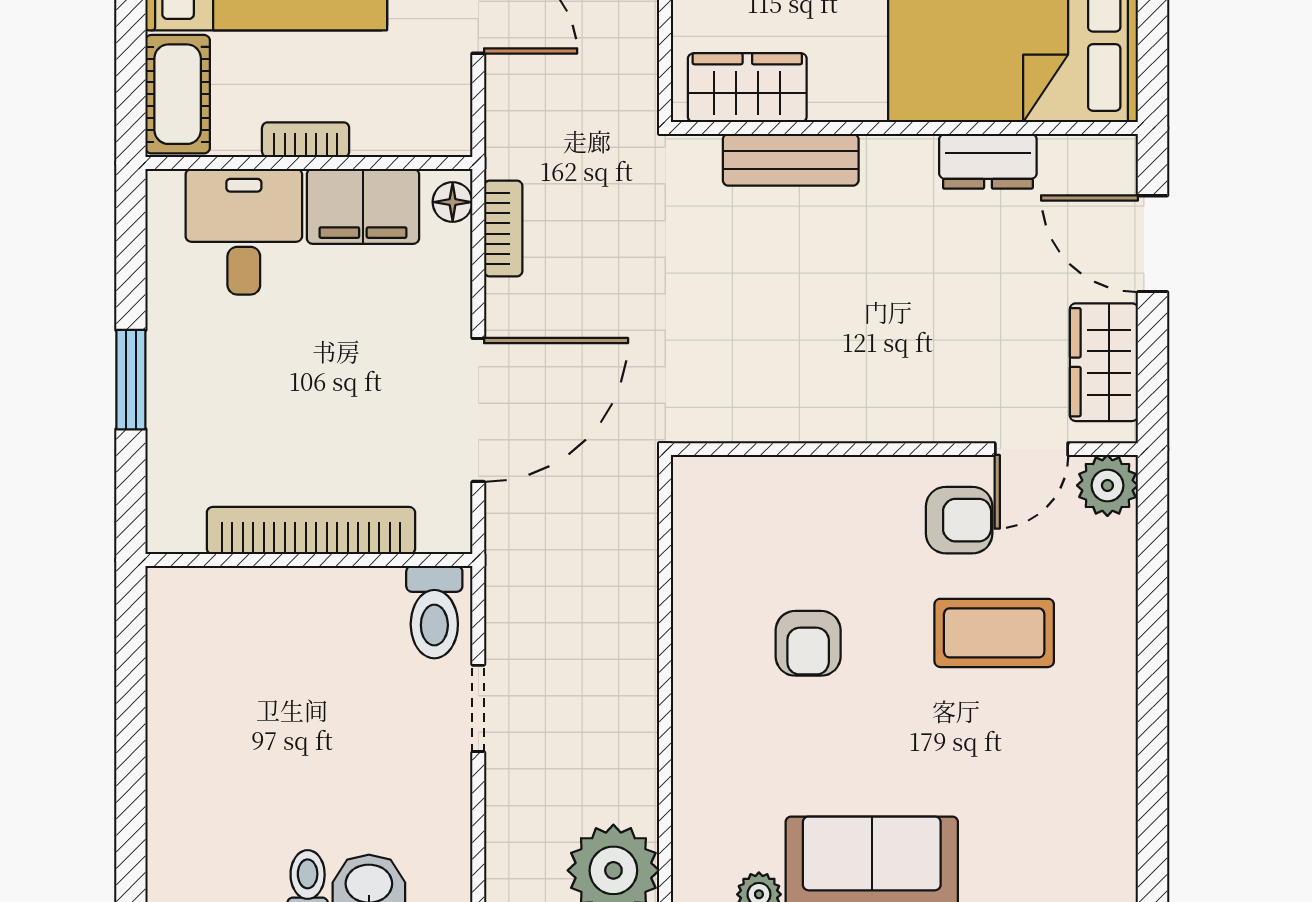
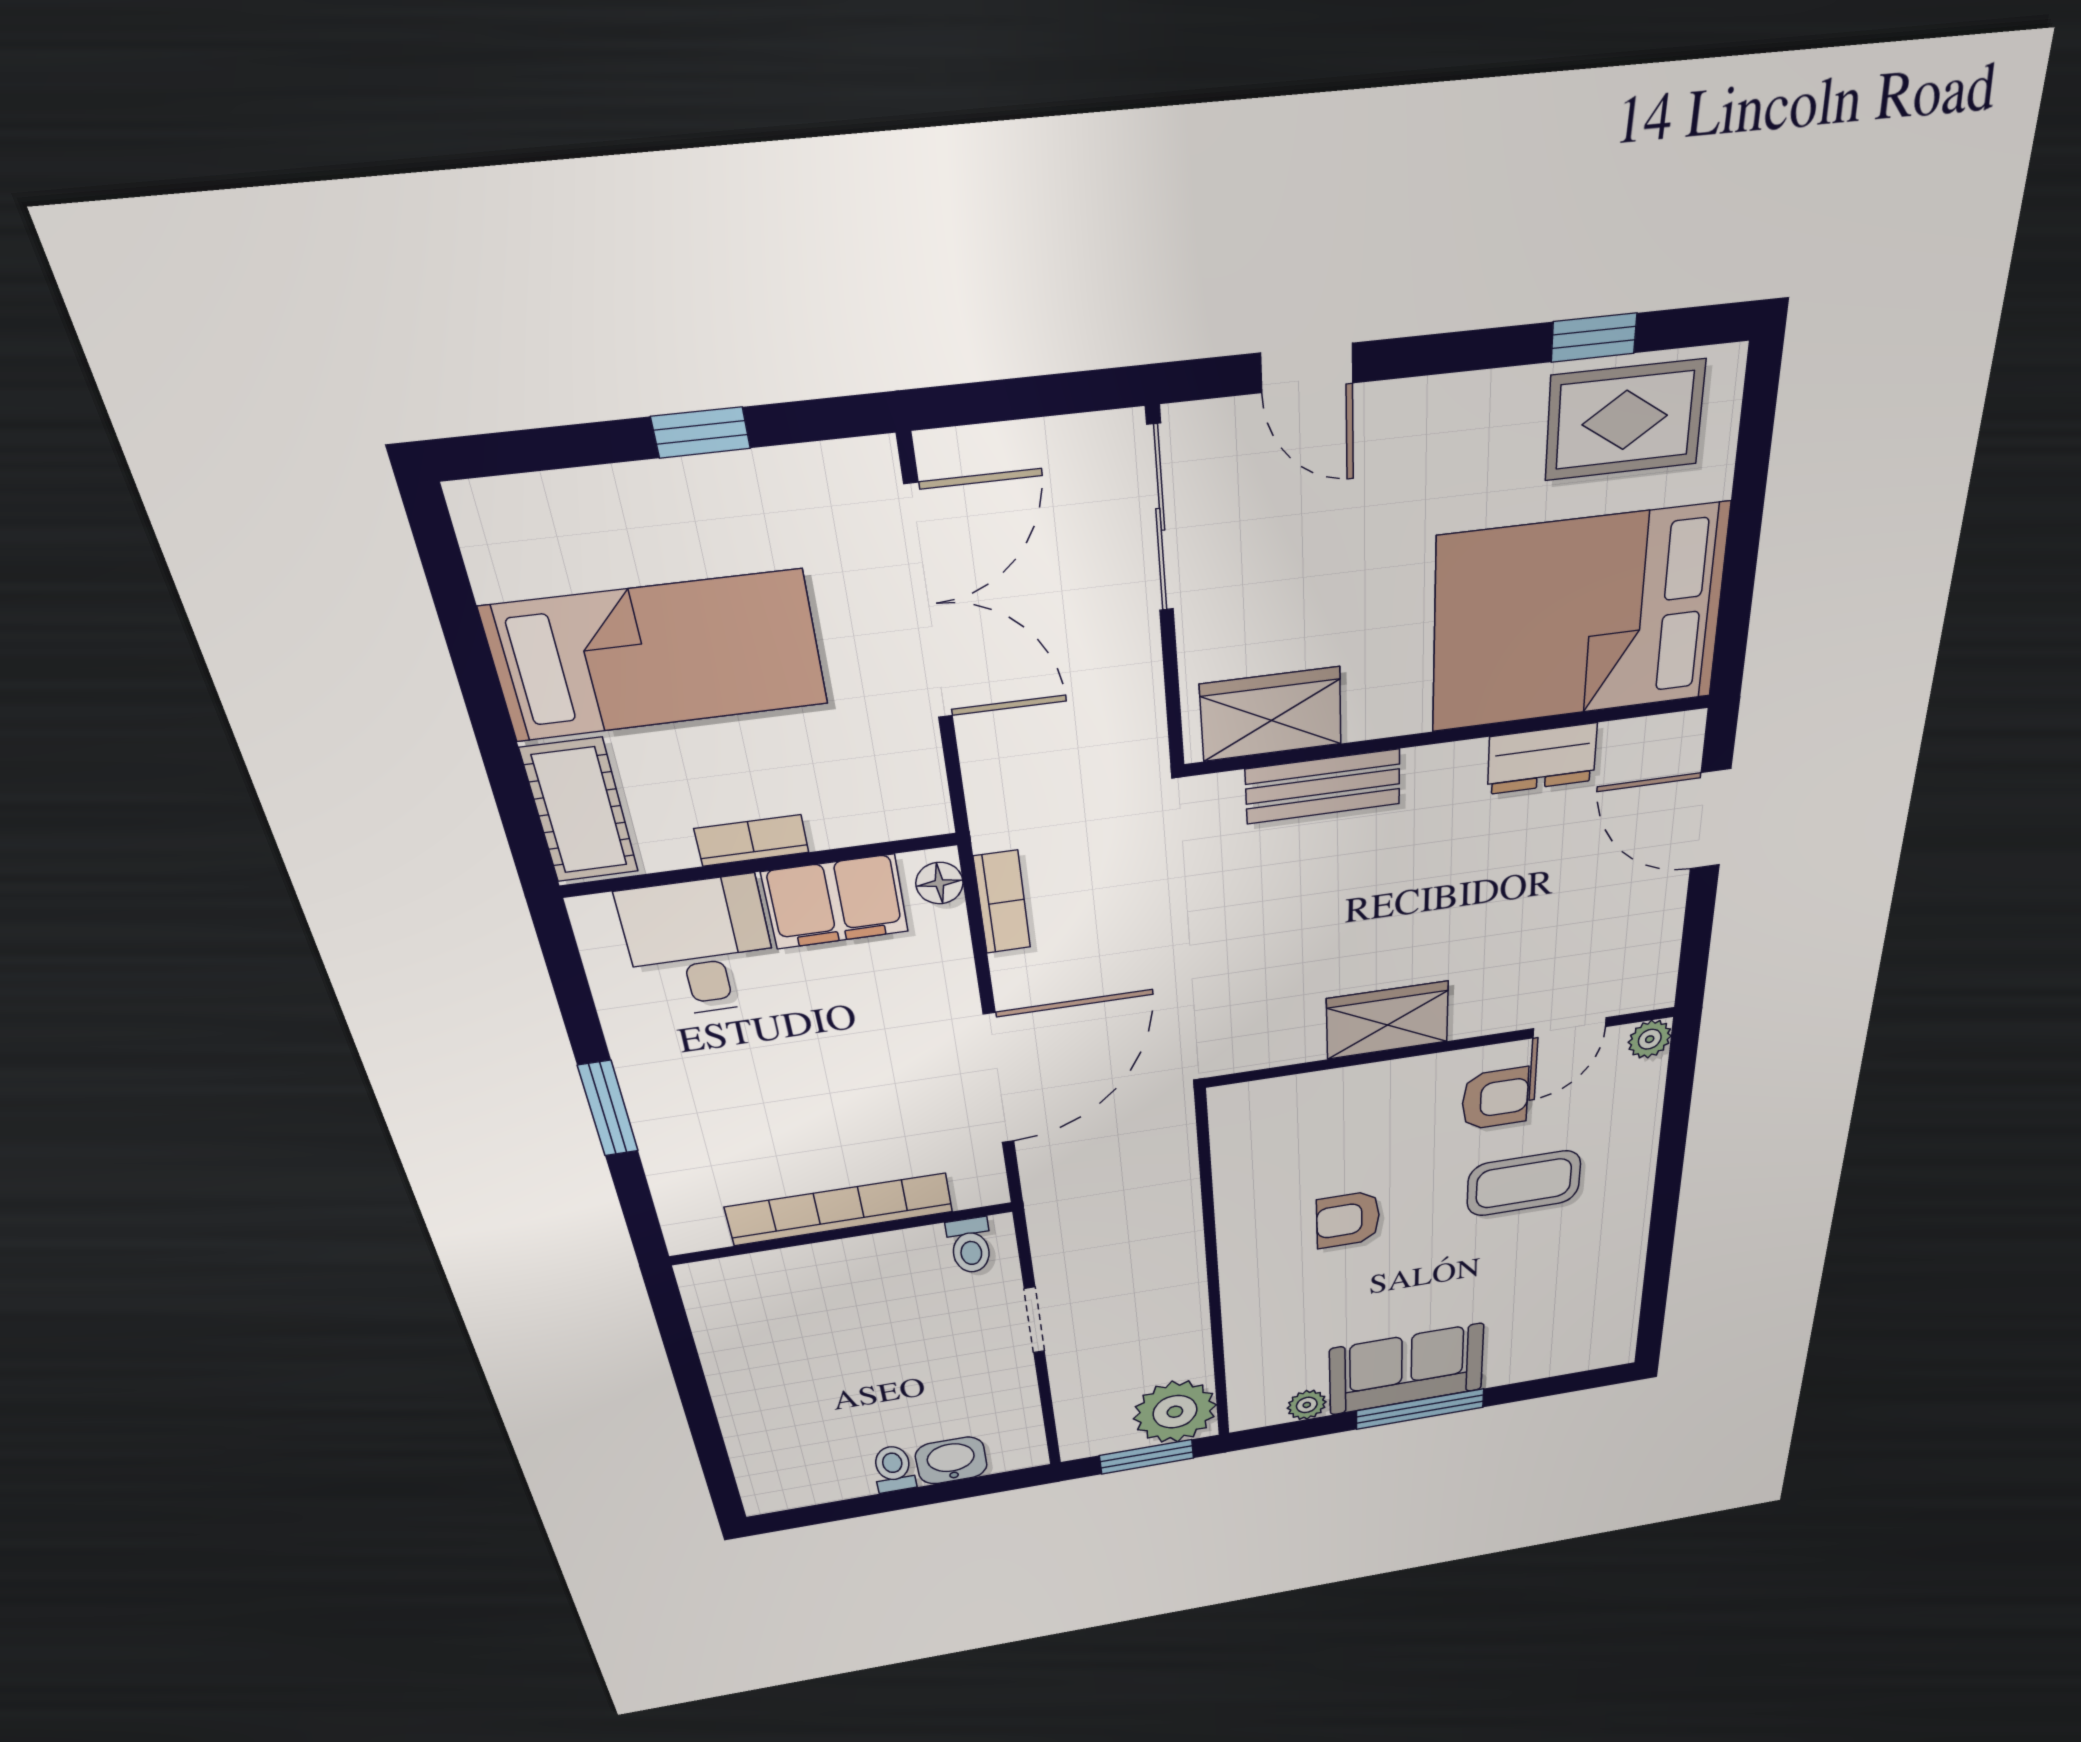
wardrobe: (1104, 362) -> (1387, 1020), moved, turned 90
plant: (1107, 485) -> (1650, 1039), width x0.73, depth x0.73
toilet: (434, 612) -> (970, 1246), width x0.73, depth x0.72
armchair: (808, 643) -> (1348, 1220), turned 90

